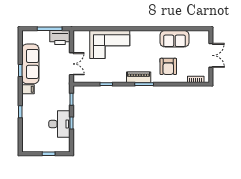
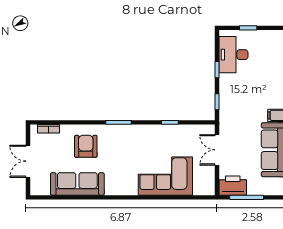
sofa: (174, 39) -> (77, 184), width x1.36
piano: (139, 77) -> (126, 132), removed
desk: (59, 124) -> (233, 55), moved

